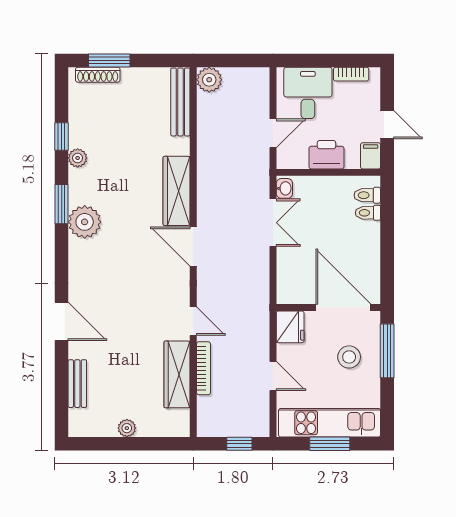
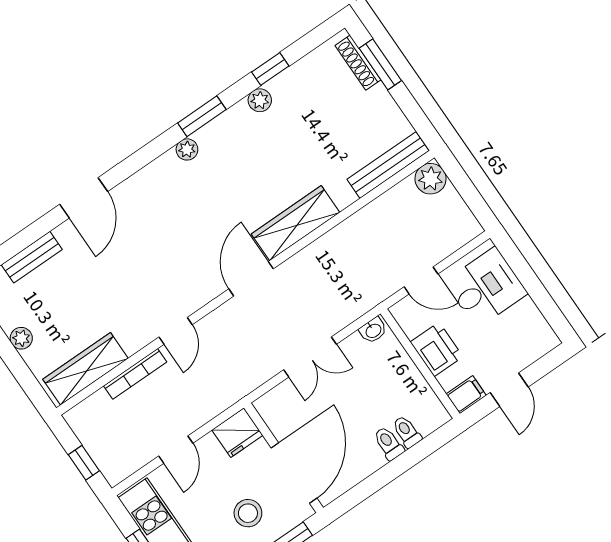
bookcase: (351, 74) -> (535, 318), removed
toilet: (367, 195) -> (389, 443), moved
plant: (85, 222) -> (187, 149), width x0.53, depth x0.53
double door: (273, 223) -> (310, 357), moved
wardrobe: (177, 374) -> (85, 369), moved

